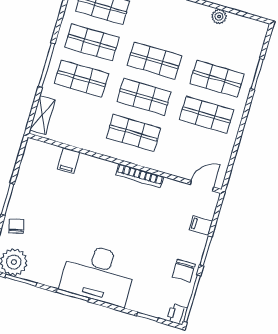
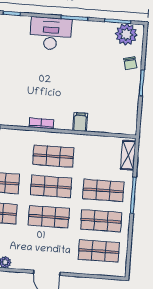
filing cabinet: (68, 161) -> (80, 122), moved
bookcase: (140, 176) -> (41, 123), width x0.64
desk: (98, 274) -> (51, 34), width x0.73, depth x0.77

